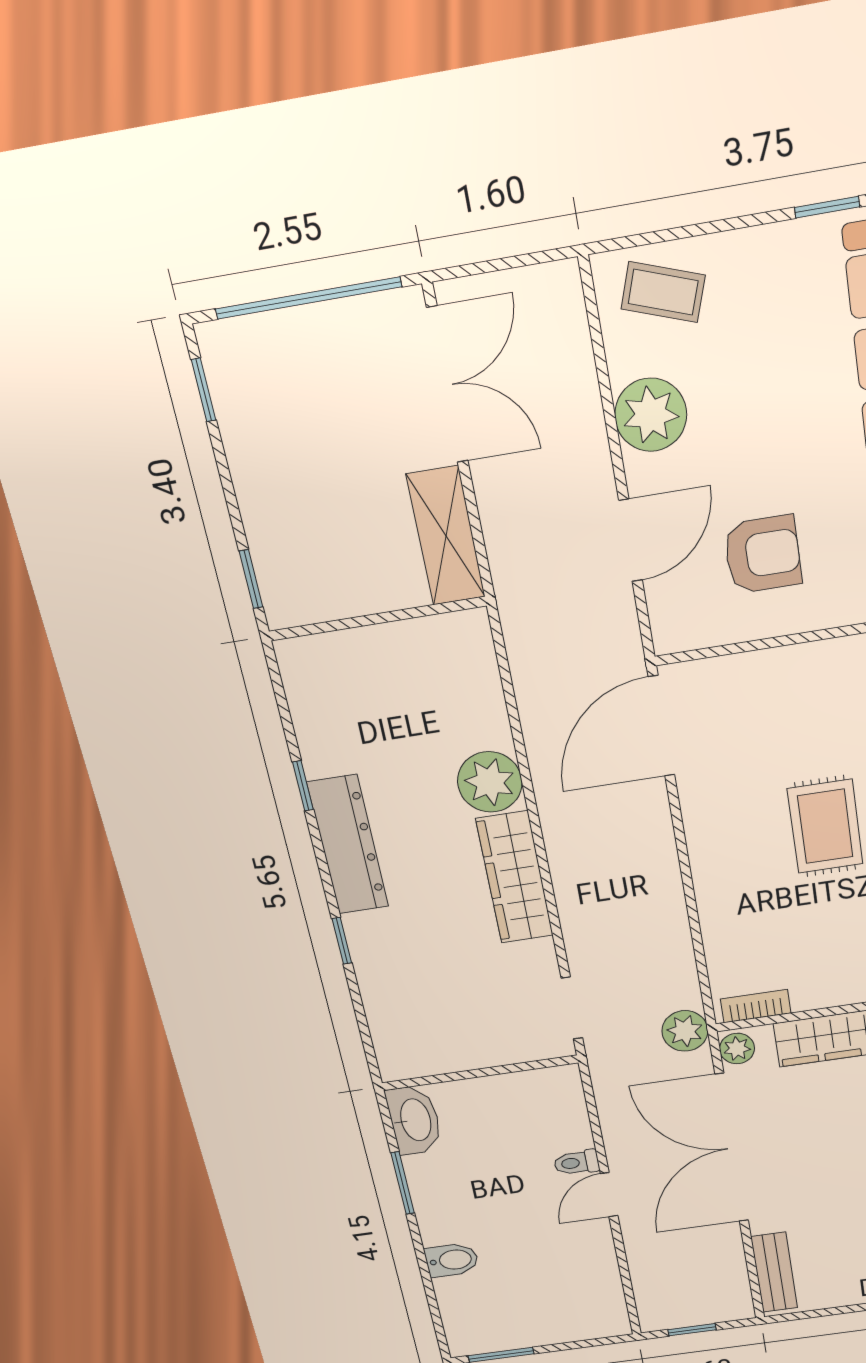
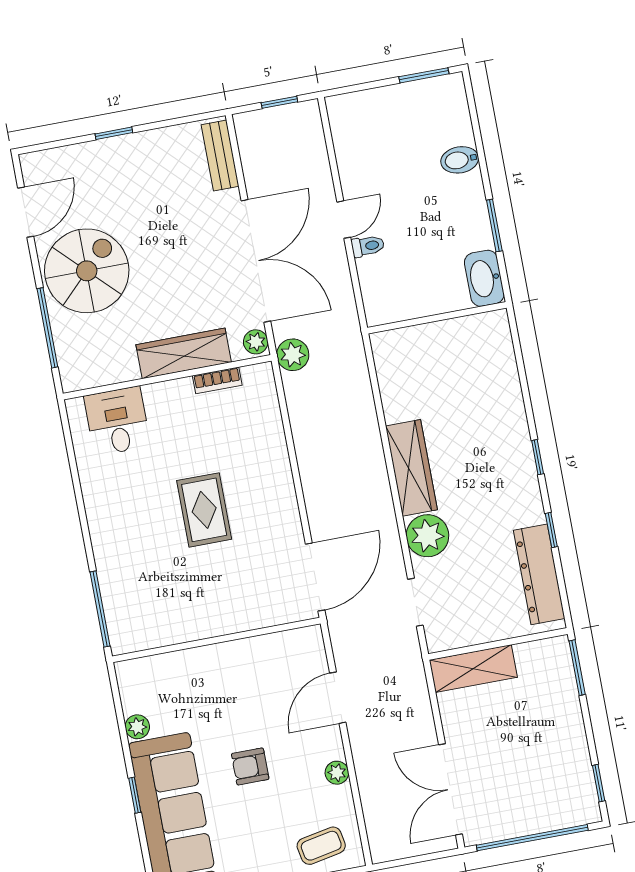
coffee table: (663, 292) -> (321, 846), turned -30
plant: (651, 415) -> (337, 773), width x0.53, depth x0.53
shelving: (446, 536) -> (473, 669), moved, turned 90
armchair: (763, 554) -> (250, 766), moved, width x0.72, depth x0.72
window: (251, 579) -> (577, 668), width x1.50
dresser: (348, 845) -> (539, 574), moved
window: (342, 941) -> (538, 457), moved
bookcase: (756, 1006) -> (217, 380), moved
doorway: (572, 1008) -> (415, 602), moved

